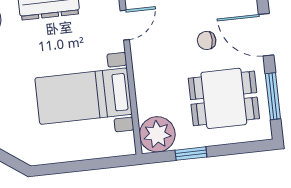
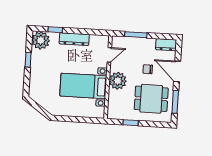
plant: (157, 134) -> (118, 81), moved

